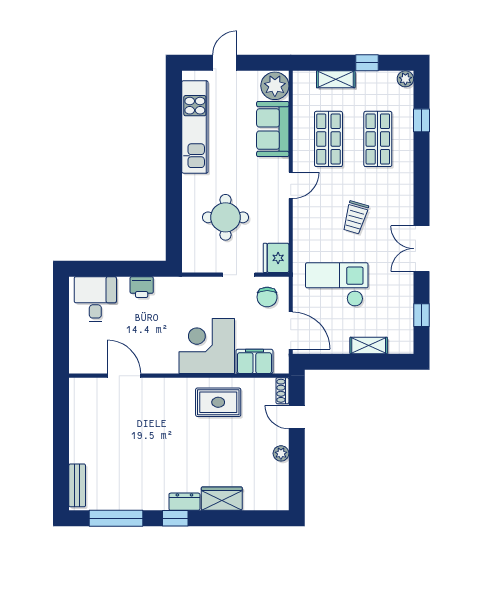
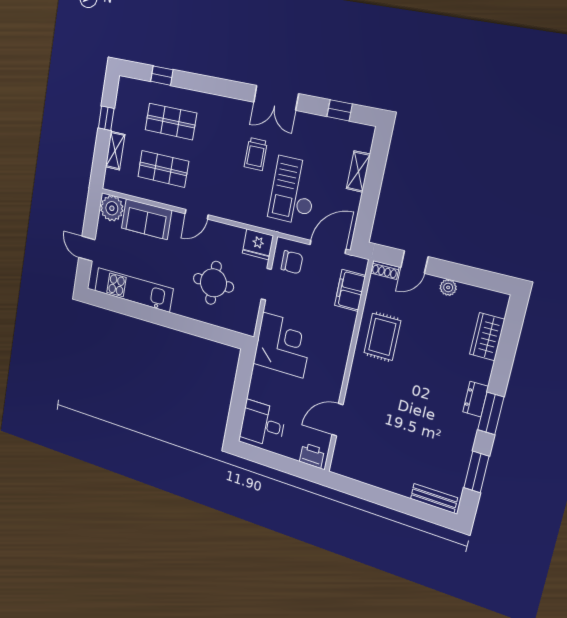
plant: (405, 79) -> (125, 84), removed
door: (291, 185) -> (197, 214), swing flipped
trolley: (355, 217) -> (256, 154), moved, turned 74
printer: (142, 287) -> (312, 456), moved, turned -90
corner desk: (207, 346) -> (283, 345), moved, turned 180
wardrobe: (222, 499) -> (487, 337), moved
window: (116, 518) -> (476, 472), width x0.69
window: (175, 518) -> (491, 413), width x1.50

